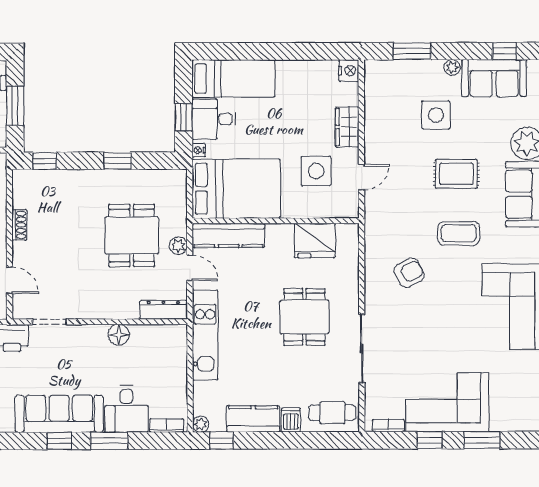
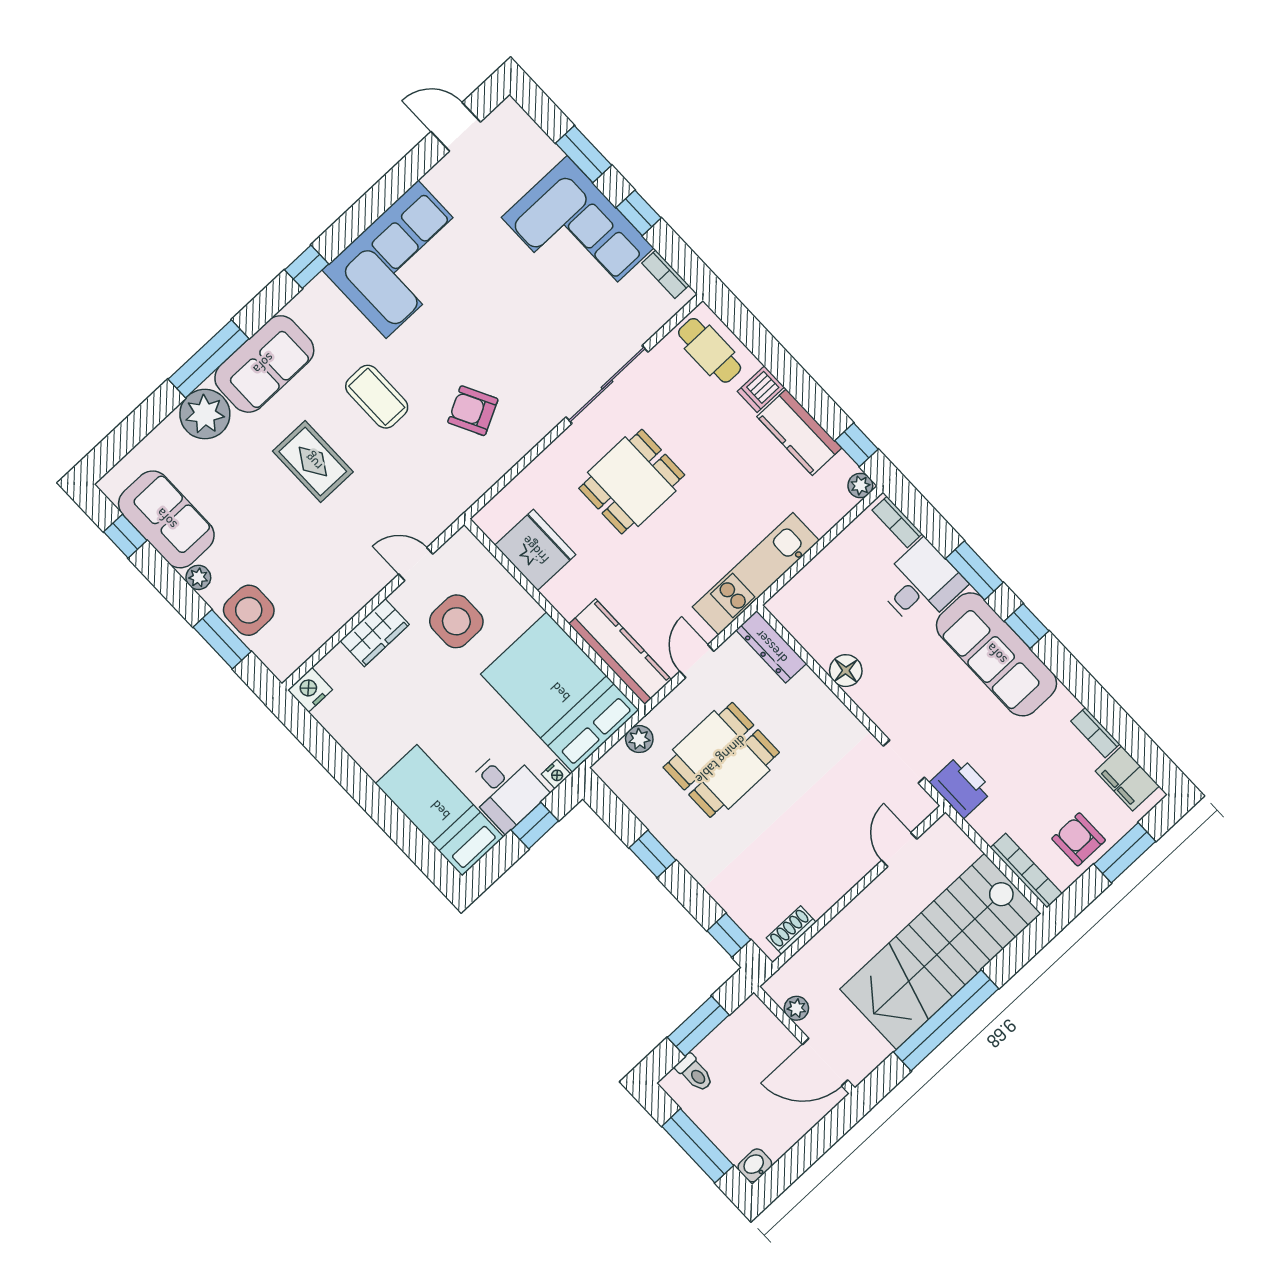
side table: (436, 115) -> (249, 610), moved
shoe rack: (19, 225) -> (791, 930), moved
plant: (178, 246) -> (639, 739), moved

